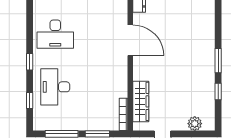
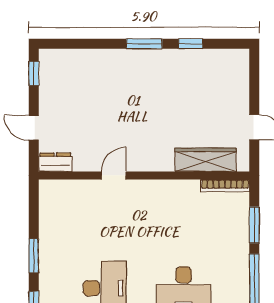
door: (130, 40) -> (114, 175), width x0.53
plant: (195, 124) -> (239, 79), removed

